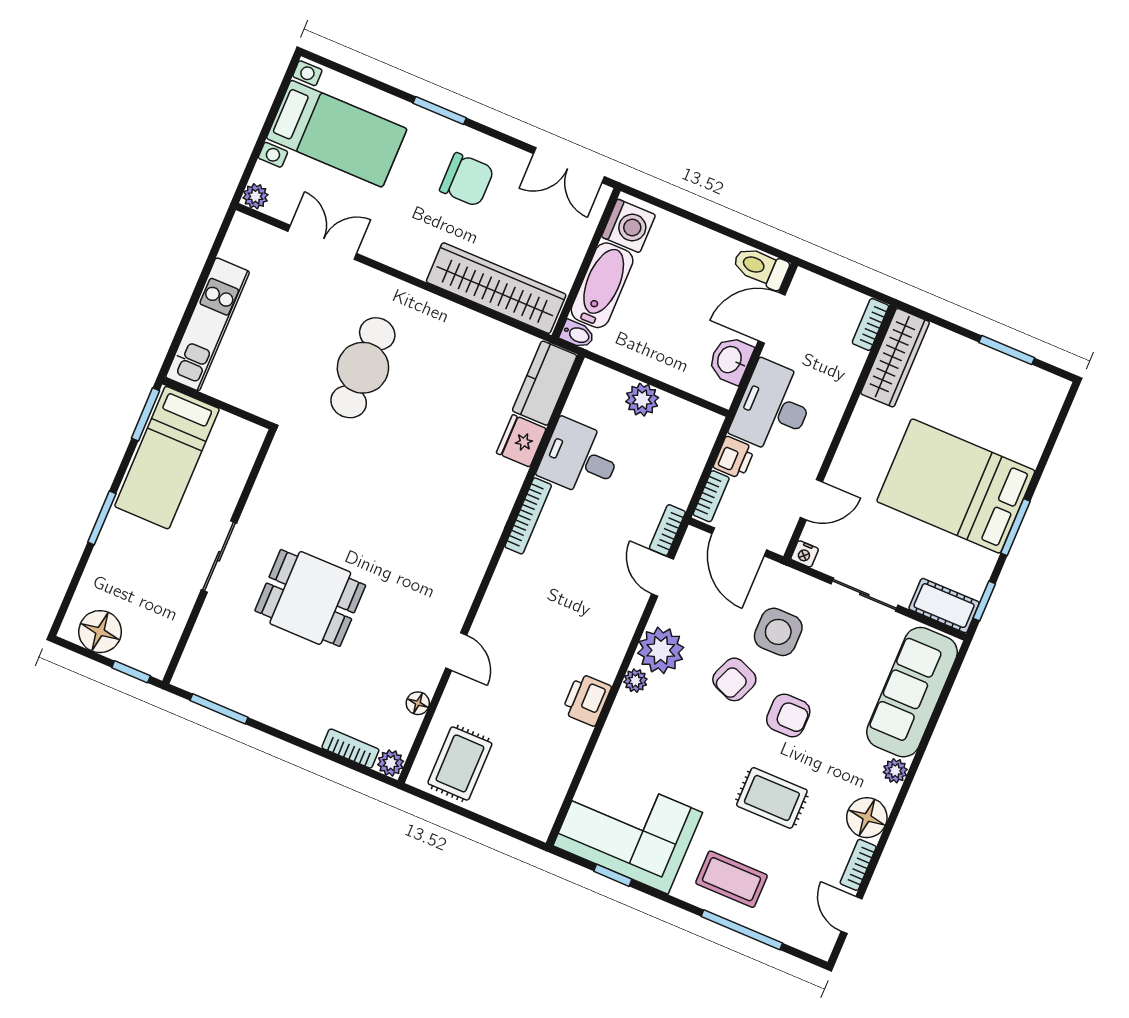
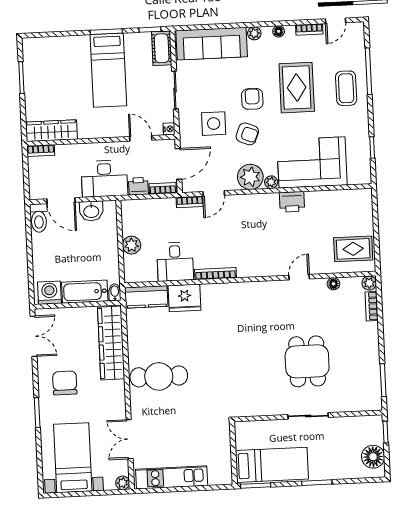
kitchen unit: (208, 324) -> (172, 477), moved
cafe table: (363, 368) -> (159, 376), moved
fridge: (521, 441) -> (185, 298), width x1.36, depth x1.34
bed: (956, 486) -> (108, 70), width x0.67
rug: (772, 798) -> (297, 88), width x1.36, depth x1.43
floor lamp: (867, 818) -> (279, 31), width x0.53, depth x0.53
corner sofa: (628, 829) -> (312, 162), moved, turned 90

